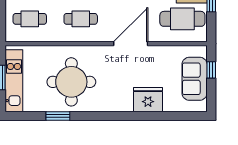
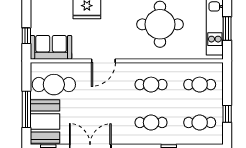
door: (131, 44) -> (103, 61), width x0.73
sofa: (195, 79) -> (51, 47), moved, turned -90

